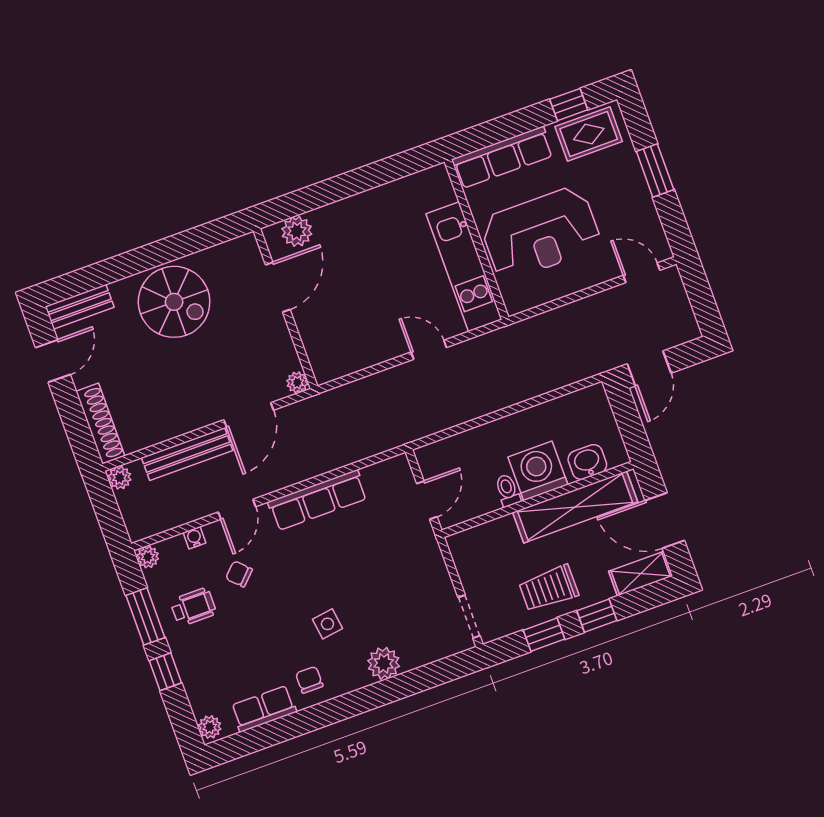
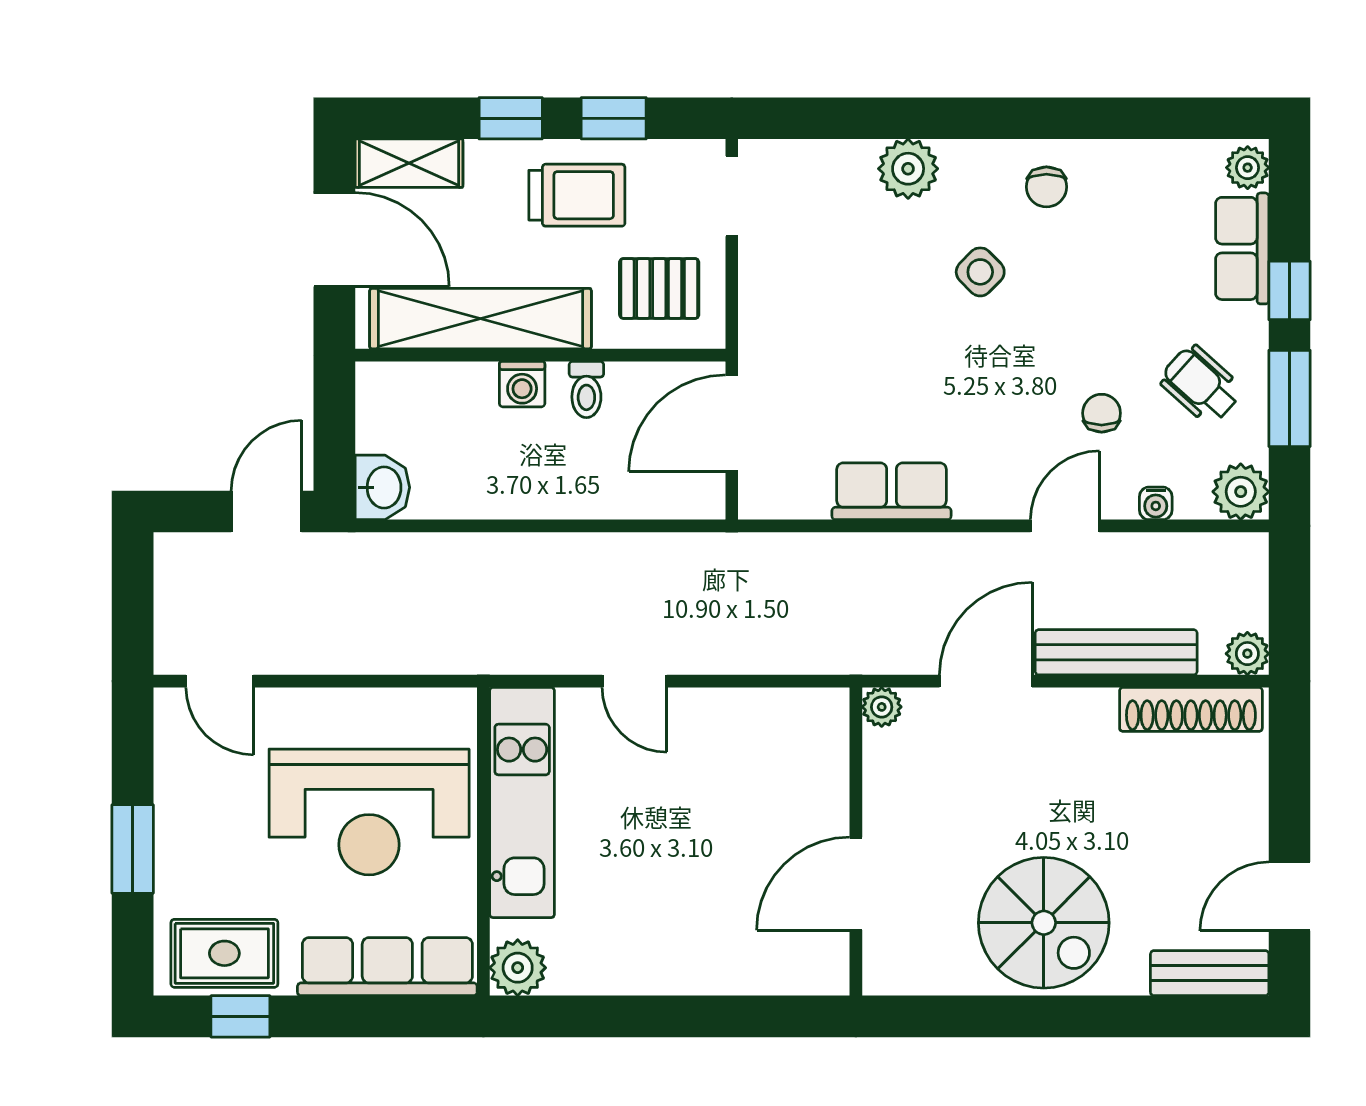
plant: (297, 231) -> (518, 968), moved
reception desk: (541, 233) -> (369, 812), turned 180
spiral stairs: (174, 302) -> (1044, 923), turned 180
shoe rack: (100, 424) -> (1191, 709), moved, turned -90
washbasin: (587, 462) -> (382, 487), moved, turned -90
washing machine: (538, 471) -> (522, 384), width x0.53, depth x0.53
row of seats: (318, 500) -> (892, 491), width x0.68
door: (427, 500) -> (732, 423), width x1.38
pallet: (489, 556) -> (659, 288), added
plant: (148, 557) -> (1241, 492), width x1.38, depth x1.38
chair: (239, 574) -> (1102, 413), turned -135
wheelchair: (193, 607) -> (1201, 385), turned 42
side table: (327, 624) -> (980, 272), turned -37
row of seats: (264, 709) -> (1242, 248), moved, turned 90

